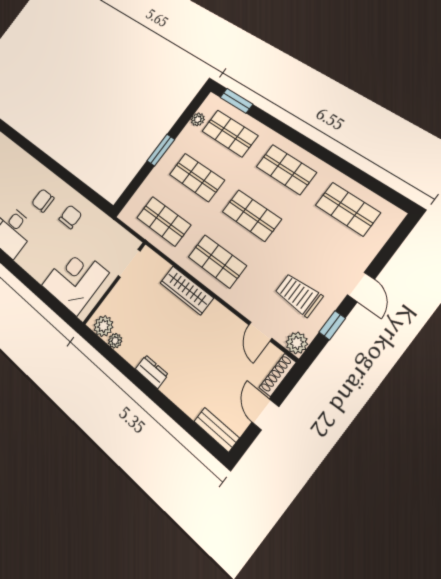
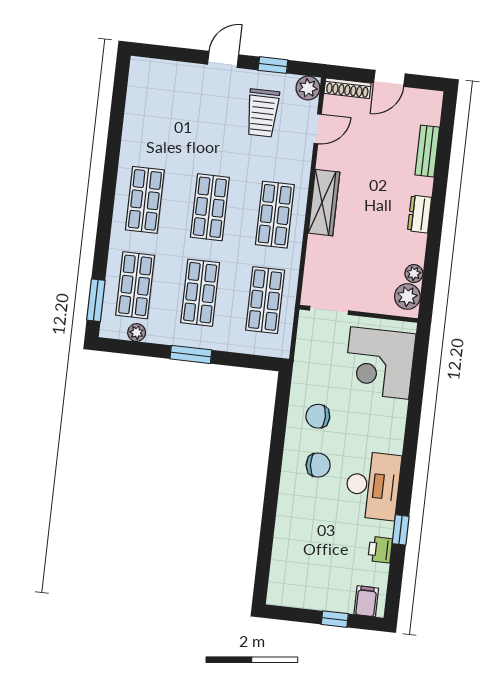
chair: (43, 201) -> (318, 465), turned -95
shop shelf: (348, 209) -> (155, 114), removed
wardrobe: (187, 290) -> (324, 203), moved
bench: (217, 430) -> (427, 151), moved

